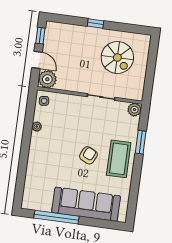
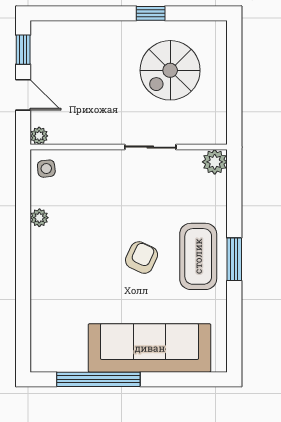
window: (96, 23) -> (151, 13), moved
spiral stairs: (117, 57) -> (170, 70), turned 90
plant: (47, 79) -> (39, 136), width x0.53, depth x0.53
window: (141, 142) -> (234, 259), moved

